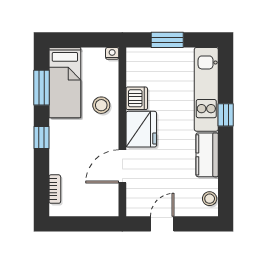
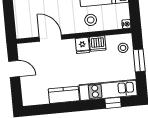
window: (226, 115) -> (113, 103), moved
fridge: (141, 129) -> (82, 45), width x0.53, depth x0.75
stool: (210, 199) -> (123, 48), moved

